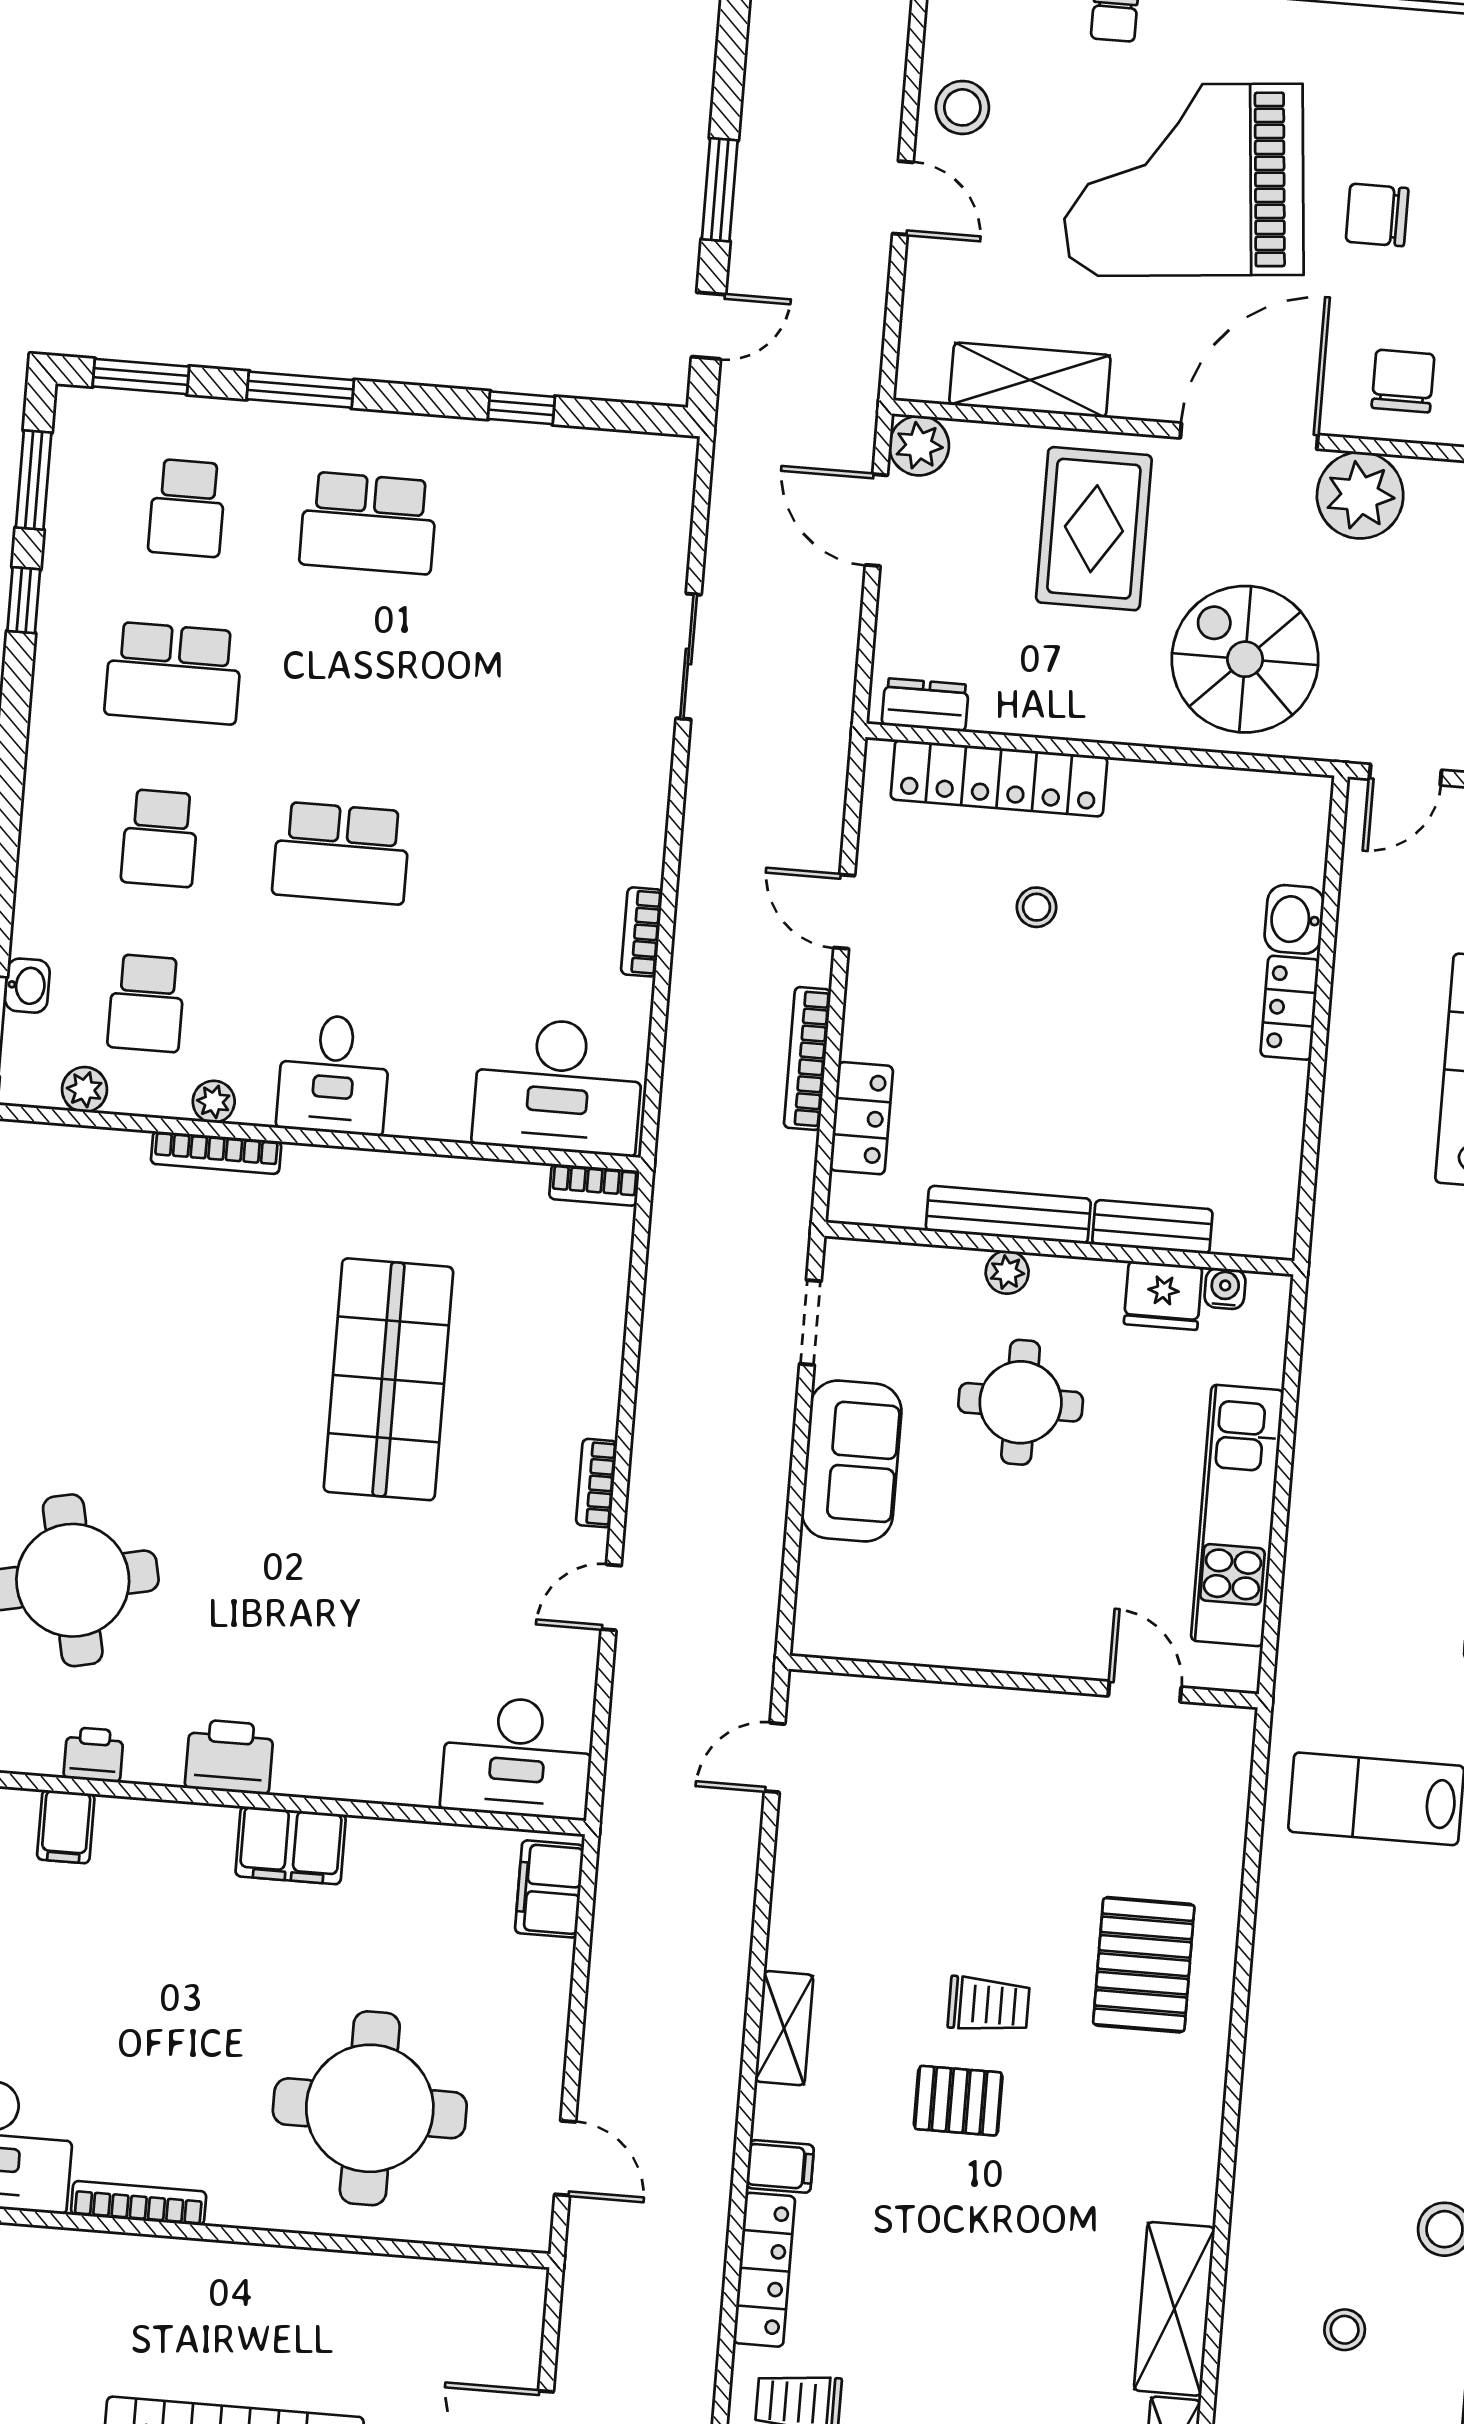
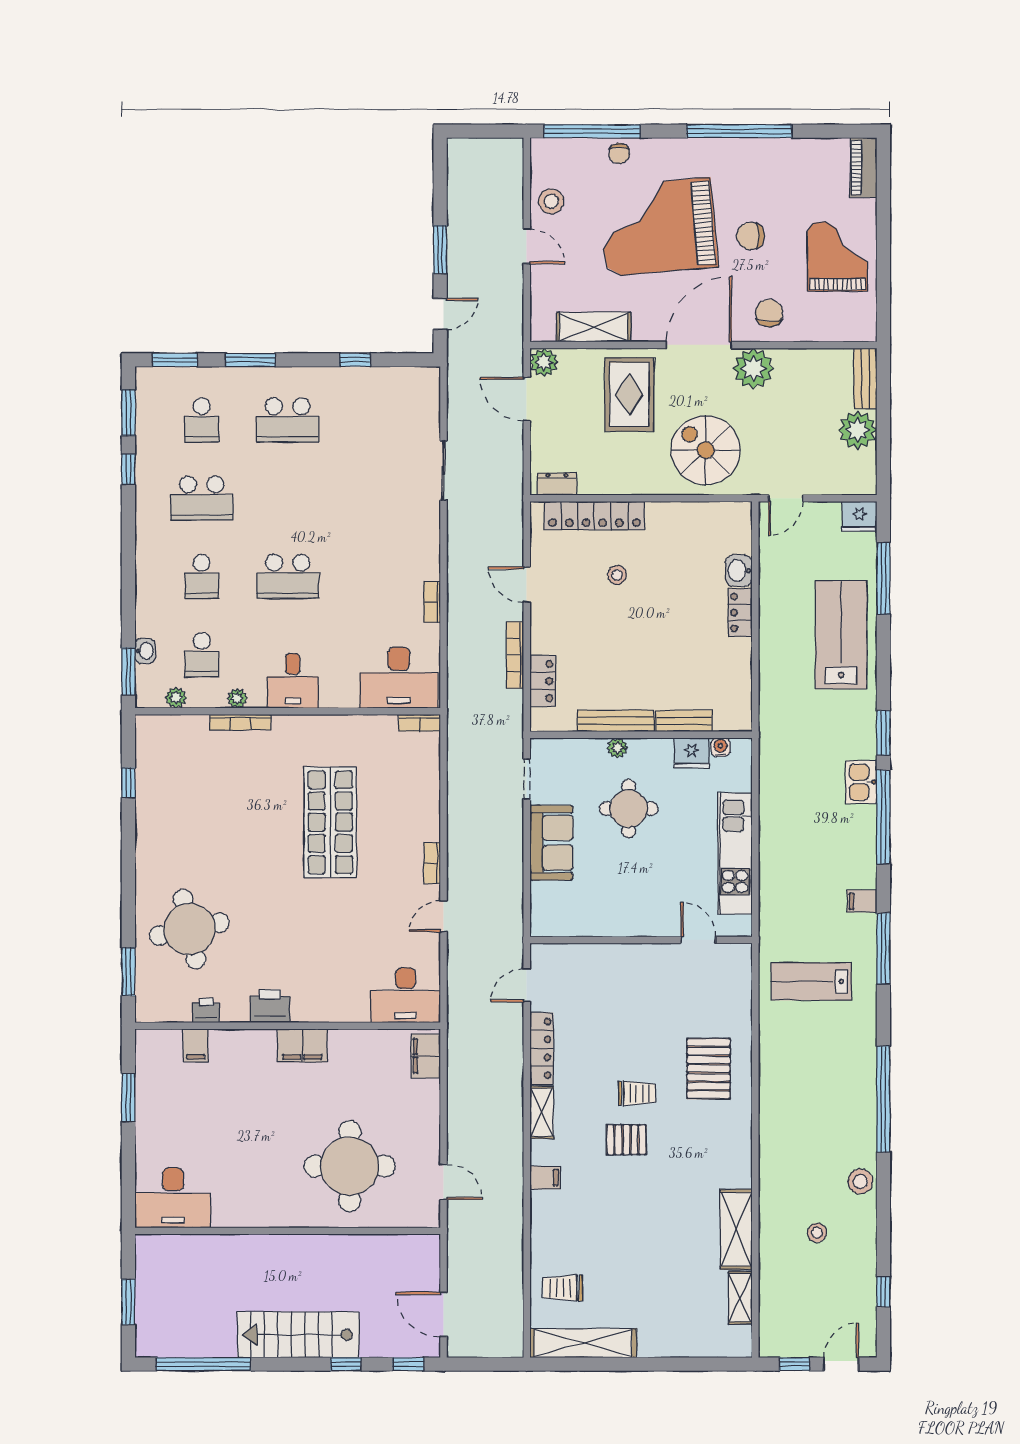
bookcase: (139, 2203) -> (245, 1220), removed
locker: (764, 2270) -> (542, 1048), moved

